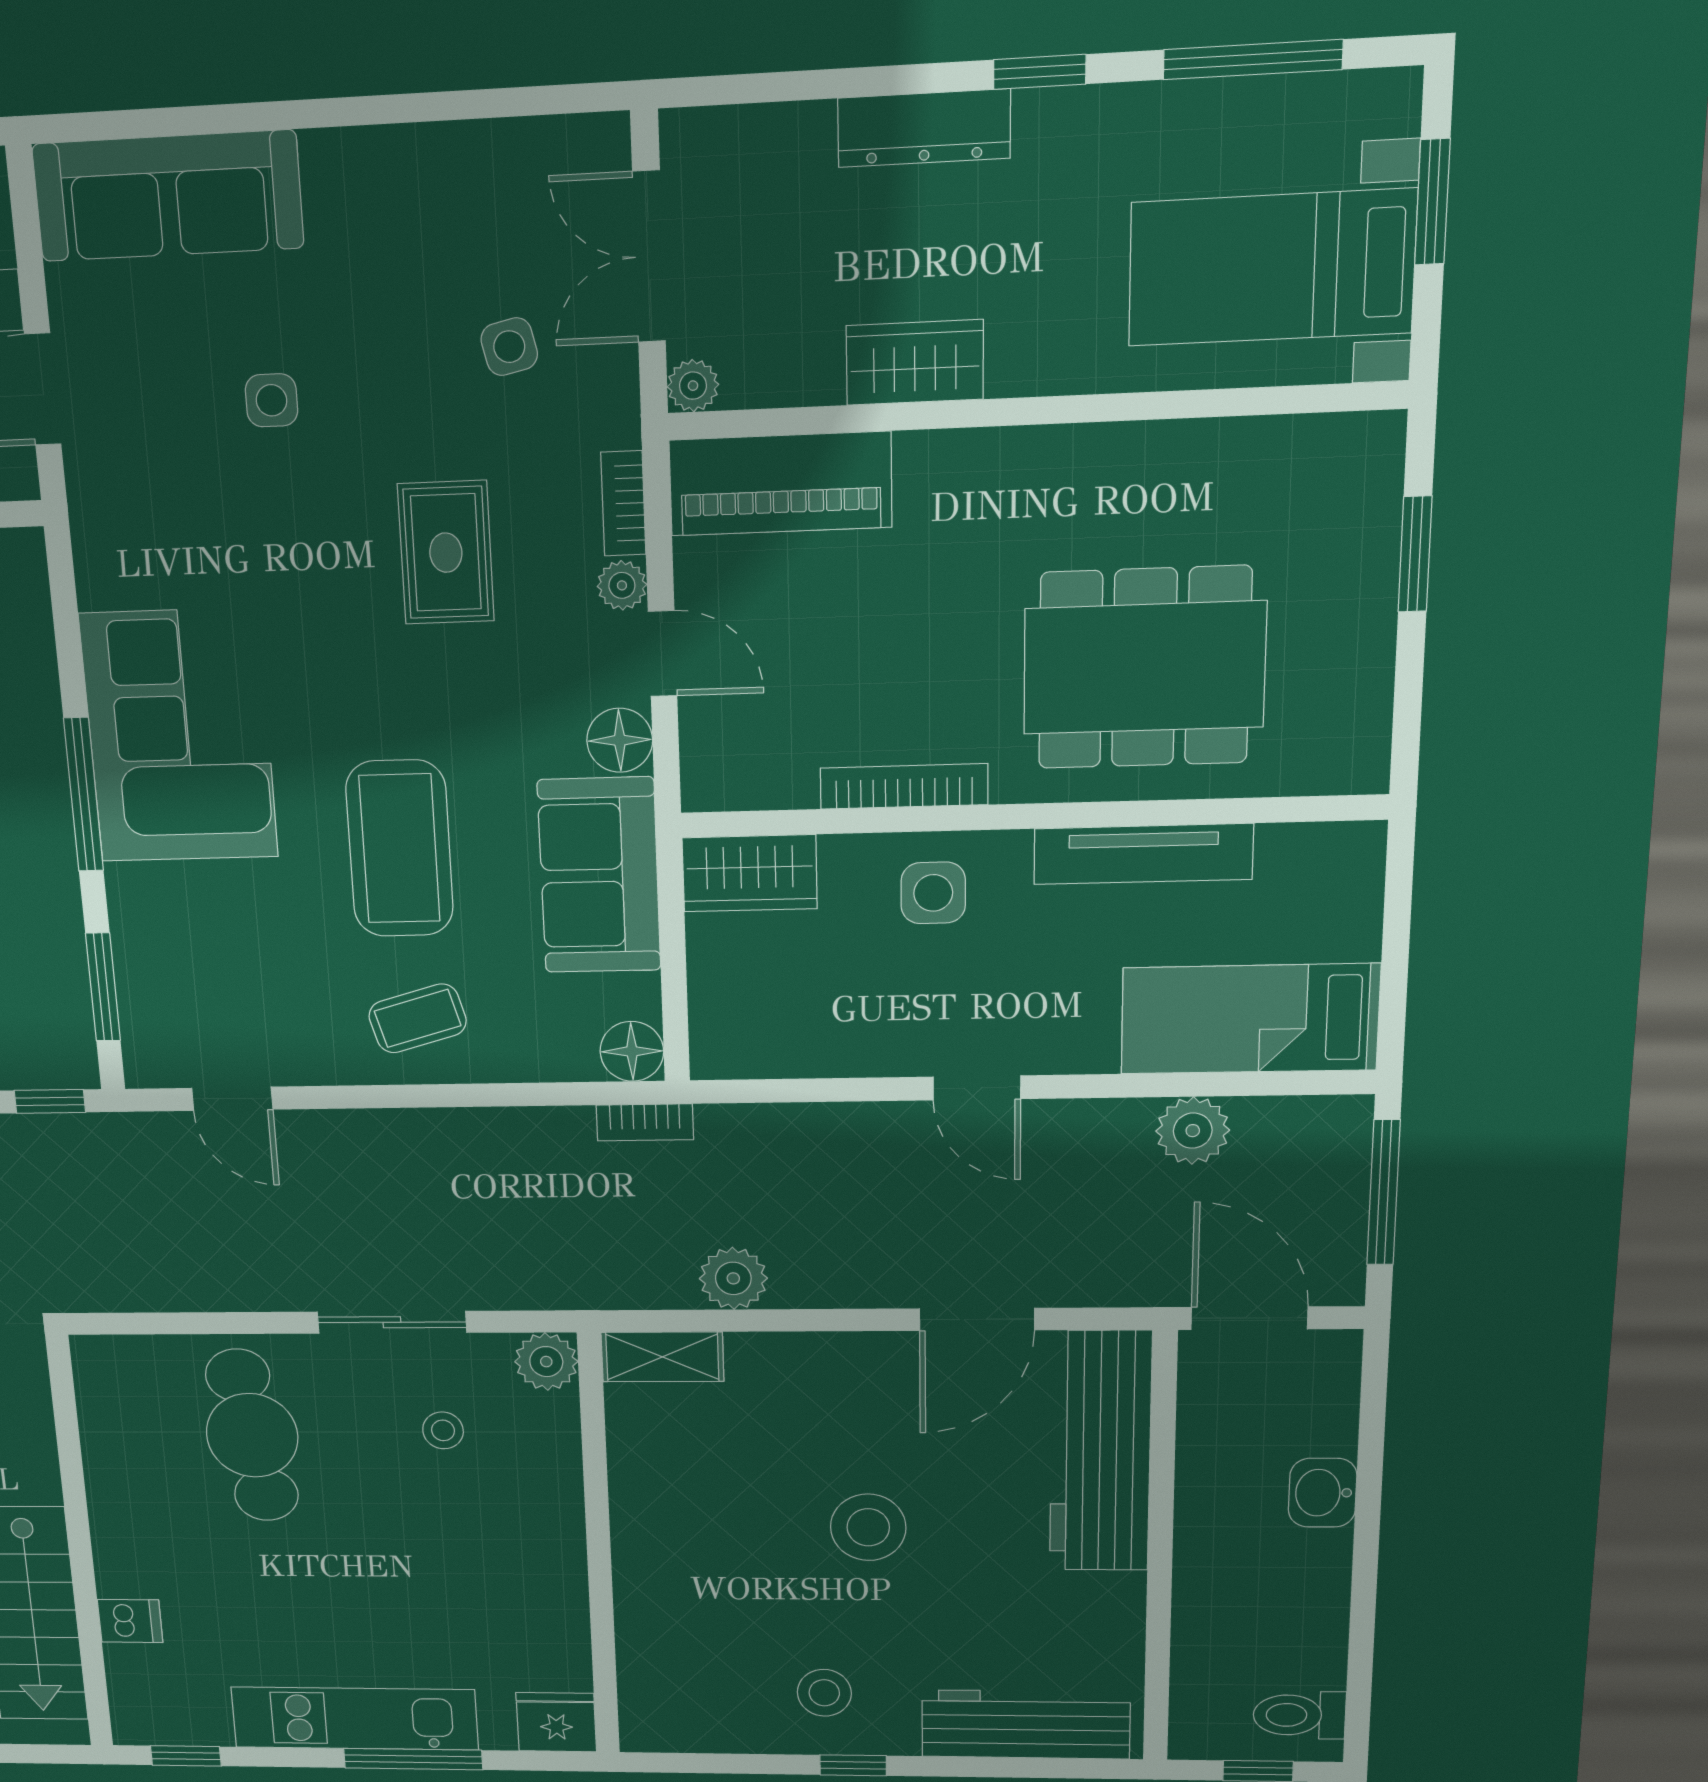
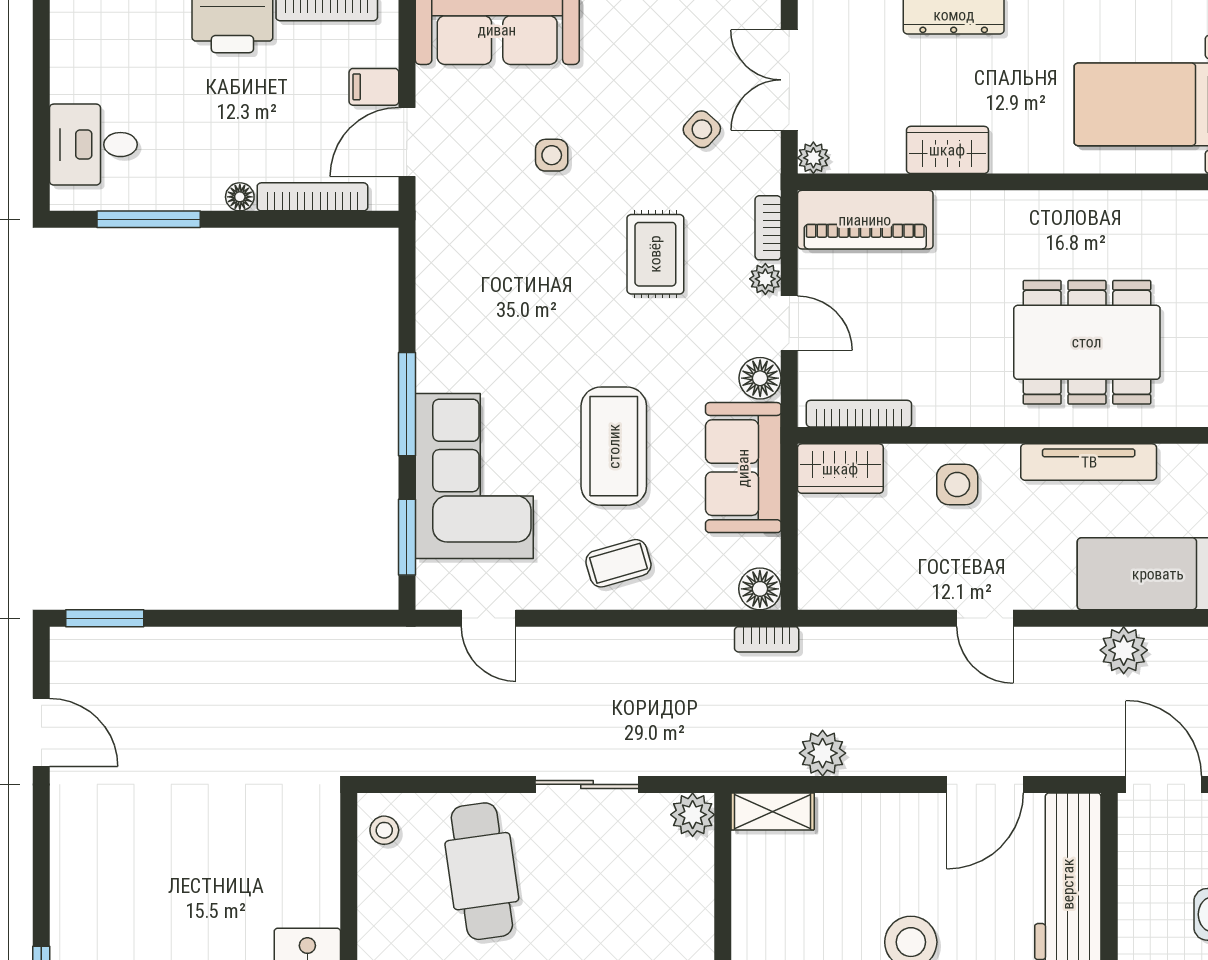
side table: (509, 347) -> (702, 129), turned -35
corner sofa: (179, 736) -> (474, 476), moved
bookcase: (904, 786) -> (859, 414), moved
window: (50, 1101) -> (362, 618), removed
stool: (443, 1430) -> (384, 830), moved

